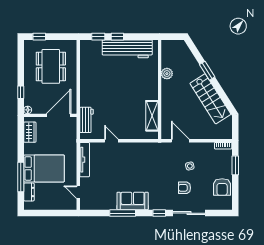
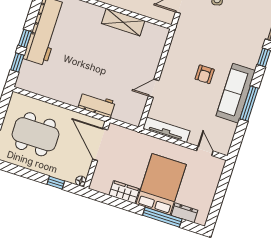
shelving: (152, 116) -> (123, 22), moved
workbench: (86, 120) -> (97, 105), moved
wardrobe: (30, 132) -> (124, 192), moved
armchair: (184, 188) -> (205, 74), moved
door: (78, 192) -> (205, 151), swing flipped
sofa: (133, 201) -> (236, 93), width x1.36

